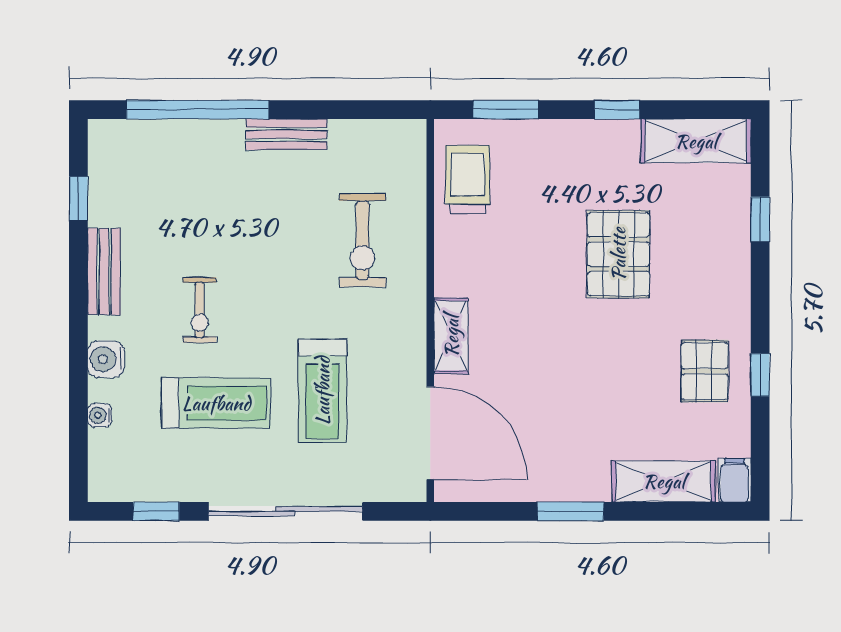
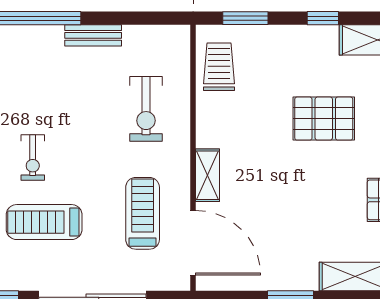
pallet: (618, 254) -> (324, 119), turned 90
treadmill: (322, 391) -> (143, 213), moved, turned 180
treadmill: (216, 403) -> (44, 222), turned 180

